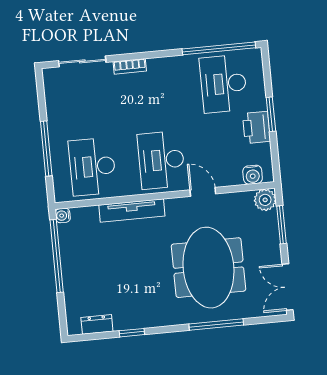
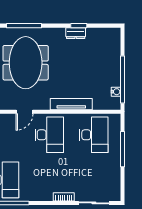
door: (203, 192) -> (25, 112), hinge flipped
water cooler: (63, 215) -> (116, 92), moved
dresser: (97, 324) -> (76, 33), moved

